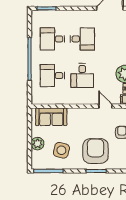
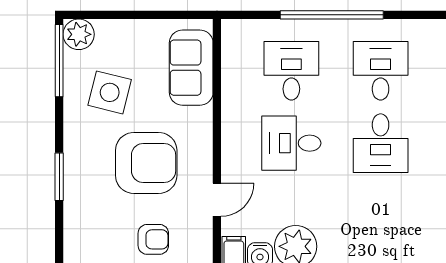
plant: (38, 144) -> (79, 34), moved
armchair: (95, 151) -> (146, 163), moved

